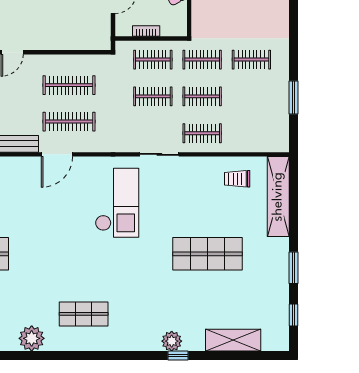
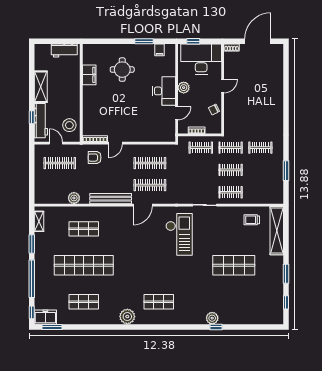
clothes rail: (153, 96) -> (201, 170), removed
shelving: (233, 340) -> (249, 318), removed

